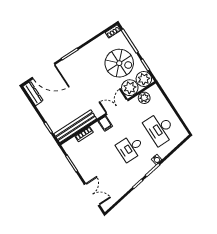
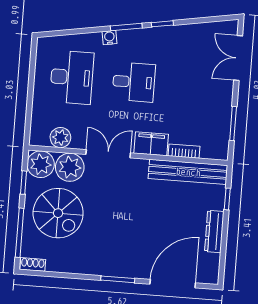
spiral stairs: (119, 63) -> (58, 213), turned 180
door: (44, 71) -> (173, 284), hinge flipped
dresser: (33, 93) -> (214, 231), moved
double door: (117, 107) -> (108, 154), swing flipped
filing cabinet: (105, 124) -> (151, 144), width x2.00

